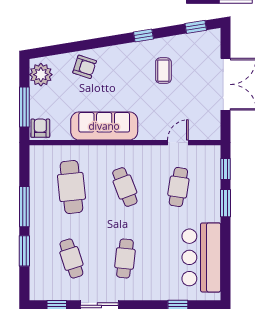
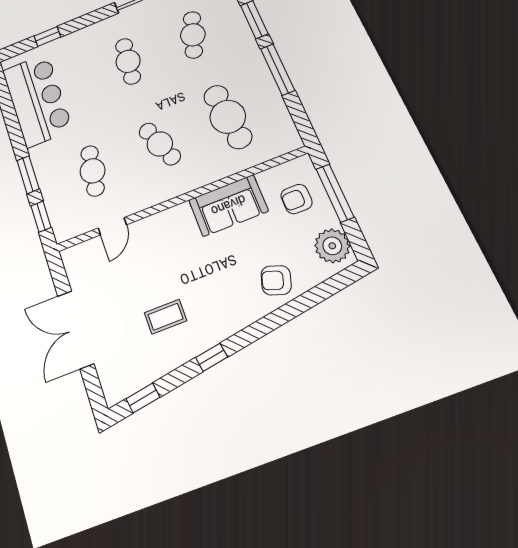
coffee table: (163, 71) -> (165, 317), turned 90
sofa: (104, 126) -> (228, 205), width x0.73
armchair: (40, 128) -> (296, 199), moved, turned 90
cafe table: (71, 258) -> (193, 35), turned 36

